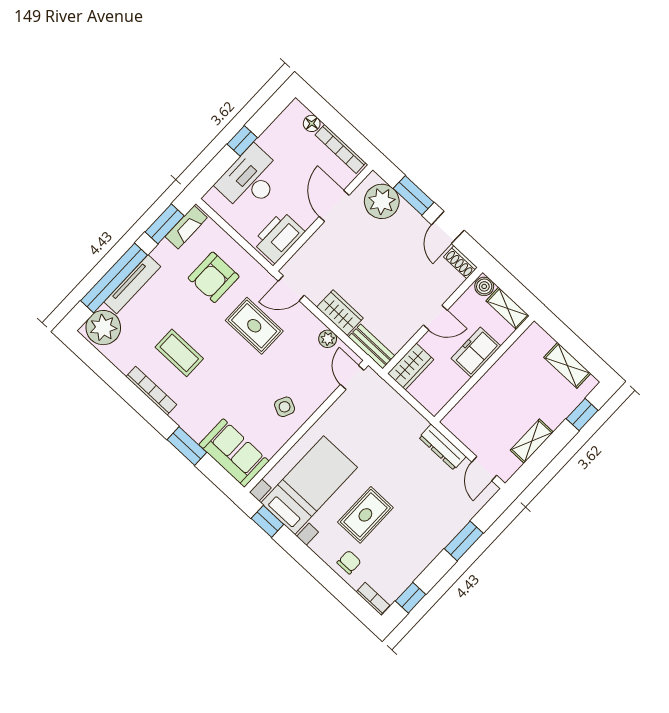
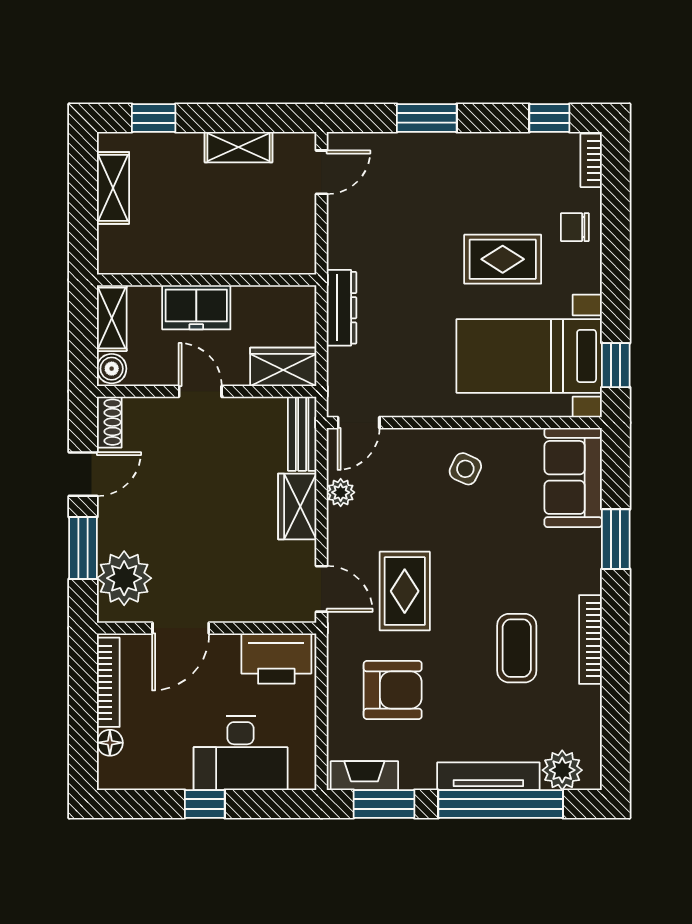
plant: (103, 328) -> (562, 770), width x0.73, depth x0.73
dresser: (442, 447) -> (342, 308), moved

